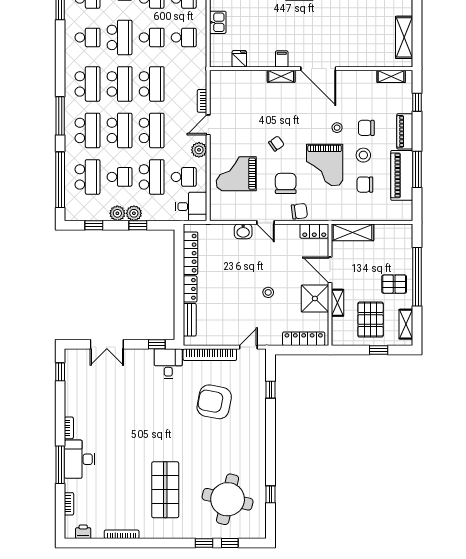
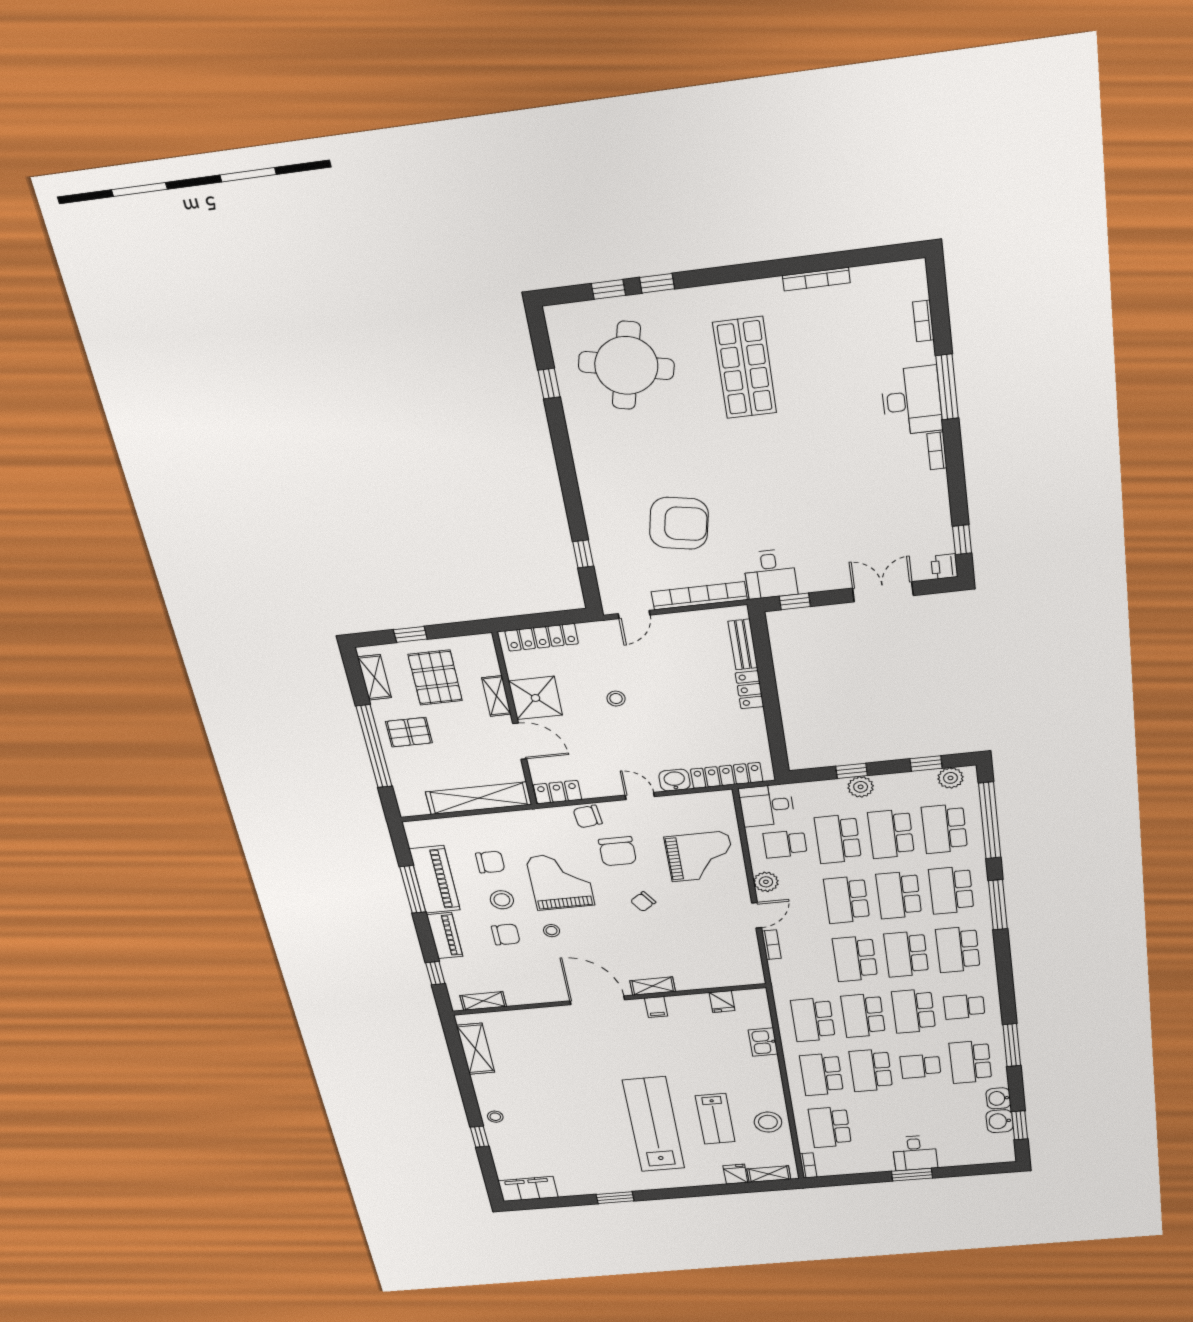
school desk: (152, 37) -> (863, 1015), width x1.85
school desk: (184, 37) -> (813, 1020), width x1.85
school desk: (120, 177) -> (891, 834), width x1.85
plant: (117, 213) -> (950, 778), moved
shelving: (353, 232) -> (479, 798), width x1.47
locker: (191, 253) -> (727, 775), moved, turned 90
printer: (83, 532) -> (944, 567), moved, turned 90

